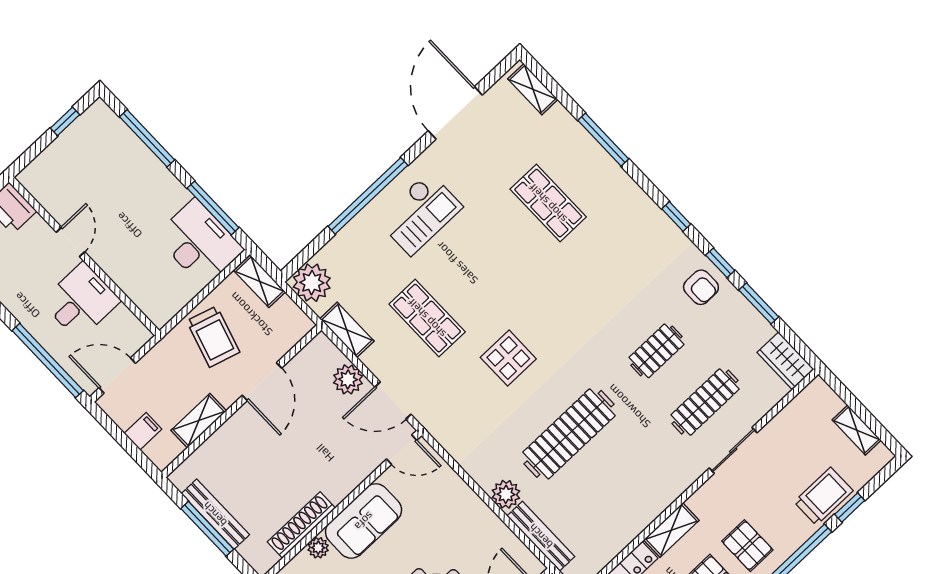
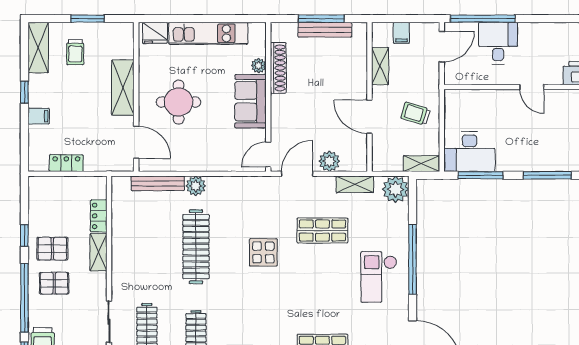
desk: (81, 301) -> (498, 43), moved, turned 180
trolley: (213, 337) -> (416, 114), width x0.73, depth x0.72

